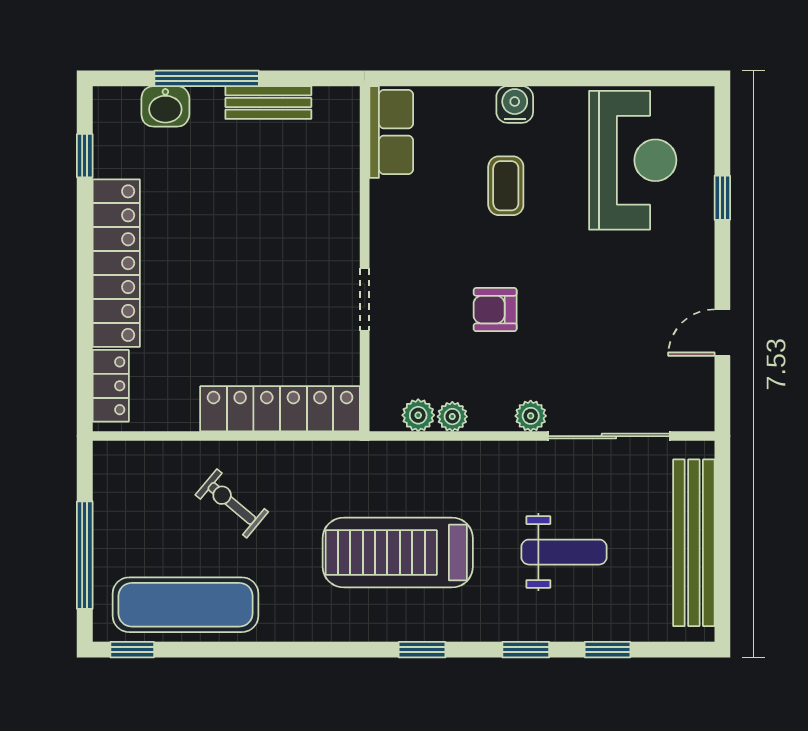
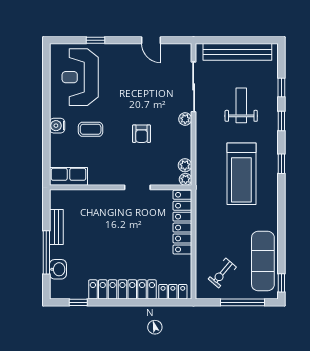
reception desk: (633, 160) -> (80, 77), turned -90
plant: (452, 417) -> (186, 179), moved
exercise bike: (232, 503) -> (222, 273), moved

